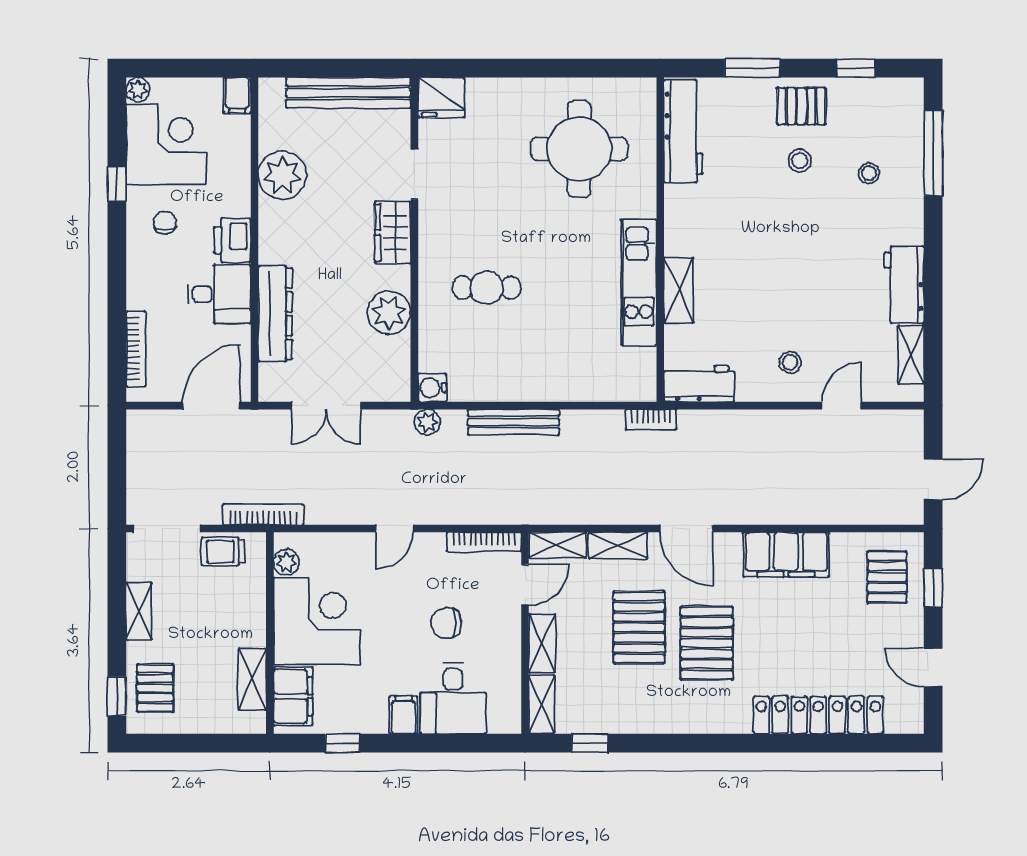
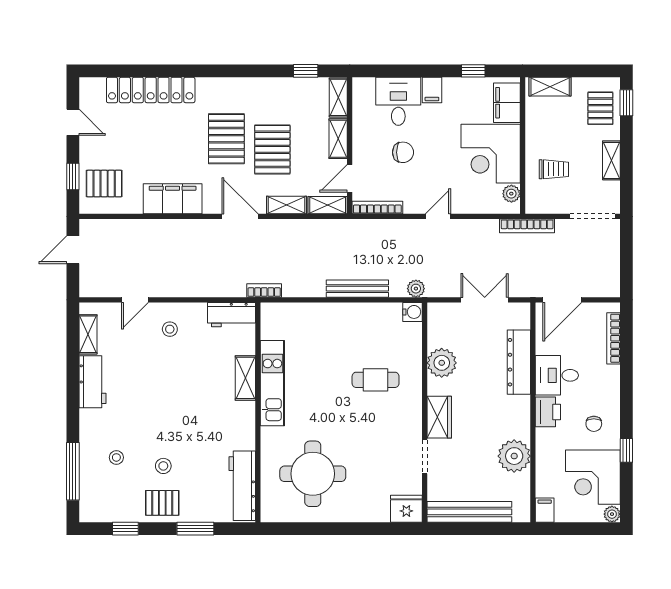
trolley: (223, 551) -> (554, 169), moved
pallet: (887, 577) -> (104, 184), turned 90
shelving: (252, 679) -> (550, 87), moved, turned 90

